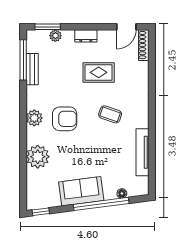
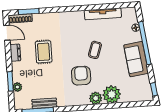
window: (48, 27) -> (10, 81), moved
dresser: (86, 36) -> (15, 53), moved
window: (152, 57) -> (29, 11), added
coffee table: (110, 114) -> (95, 50), moved
plant: (34, 118) -> (96, 98), moved

